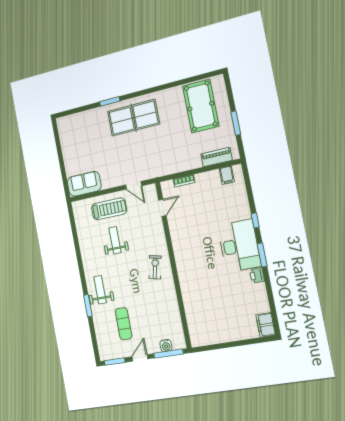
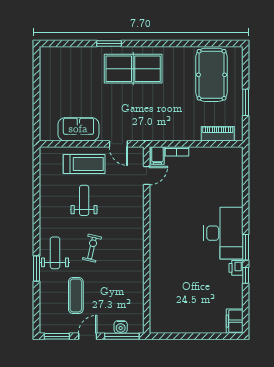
filing cabinet: (227, 175) -> (157, 156), moved
sofa: (84, 184) -> (78, 129), moved
window: (255, 220) -> (246, 275), moved
exercise bike: (155, 267) -> (92, 248), moved

